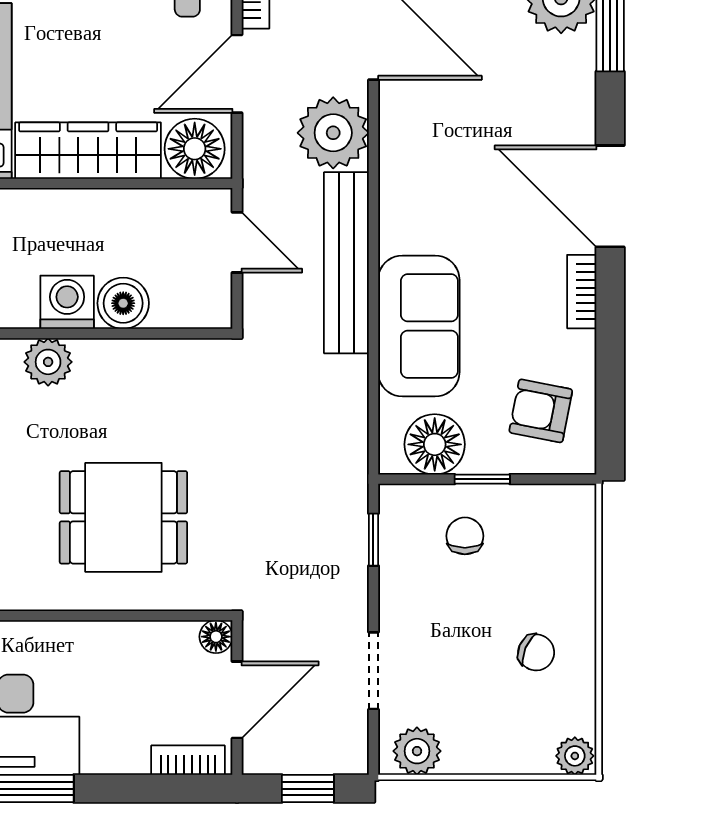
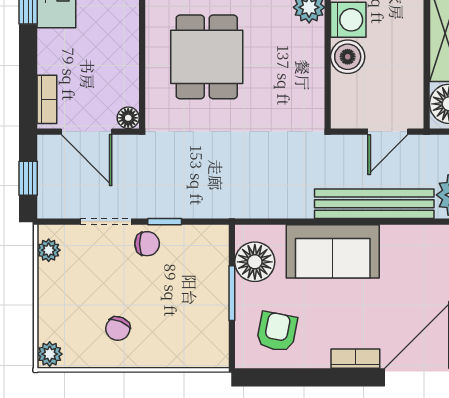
window: (482, 479) -> (232, 293), width x1.50
chair: (465, 536) -> (147, 244), moved
window: (373, 540) -> (165, 222), moved
plant: (417, 751) -> (49, 250), width x0.73, depth x0.73

